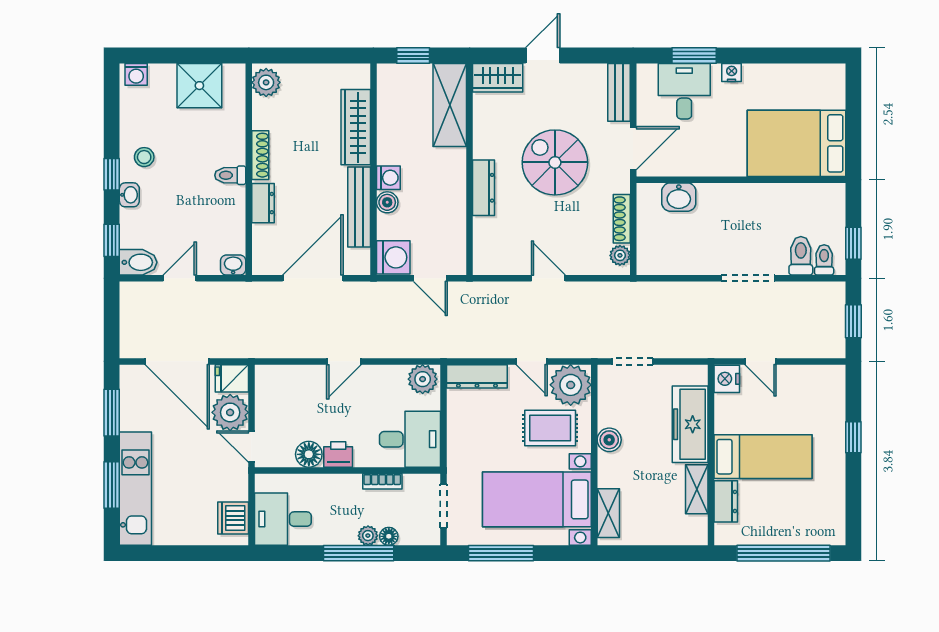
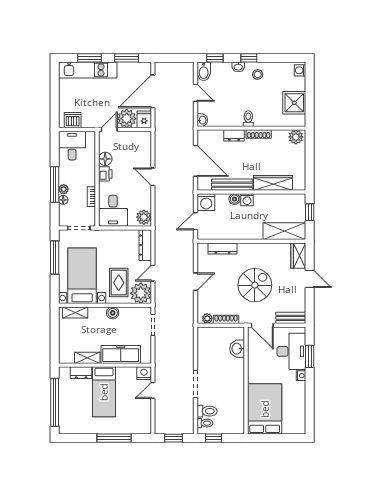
desk: (684, 91) -> (291, 351), width x1.37
dresser: (484, 188) -> (223, 248), moved
window: (853, 437) -> (114, 438), width x2.17

